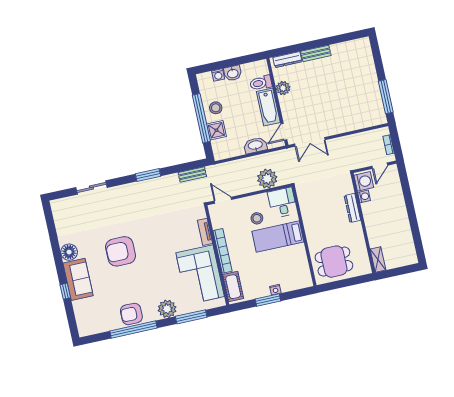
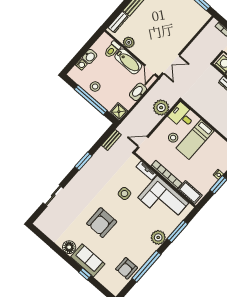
shower: (216, 130) -> (119, 112), moved
side table: (166, 239) -> (124, 193), added
armchair: (131, 314) -> (127, 268), moved

